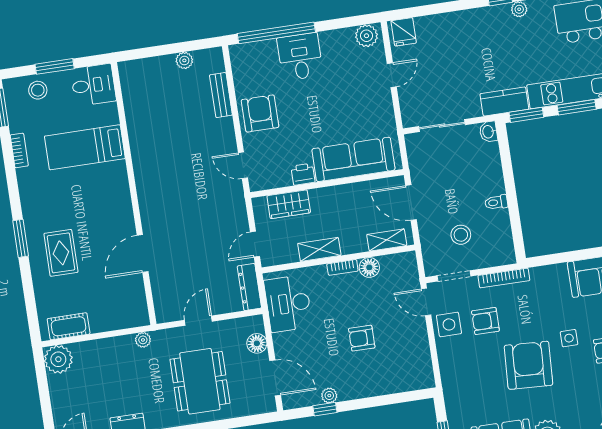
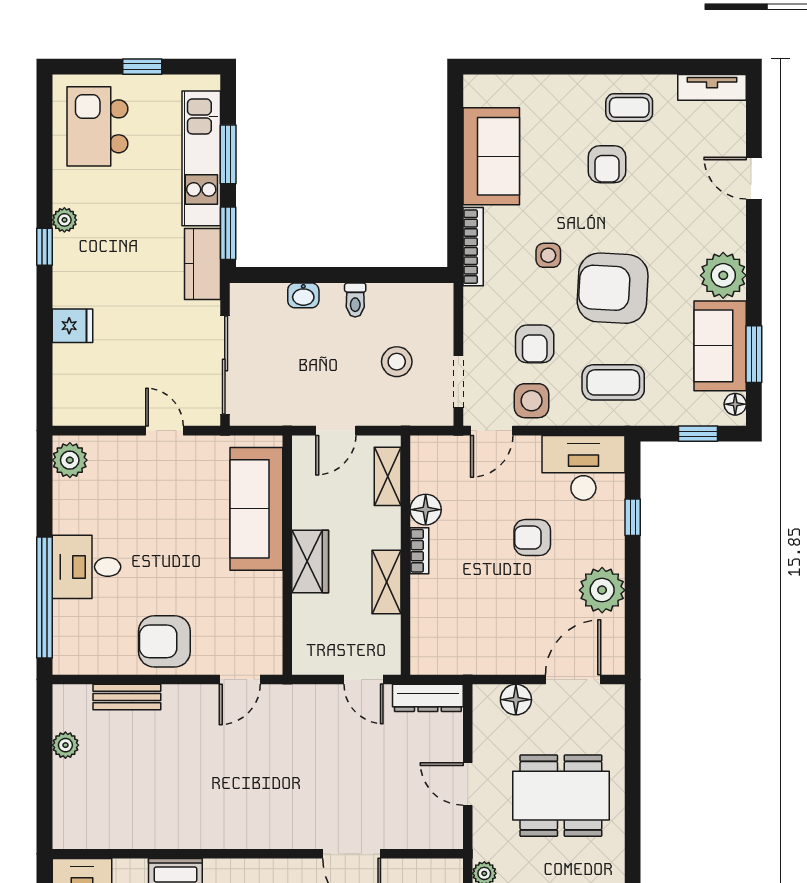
fridge: (404, 32) -> (72, 326), moved
door: (392, 75) -> (164, 431), moved
sliding door: (442, 126) -> (225, 365), width x1.37
washbasin: (488, 132) -> (303, 295), moved
printer: (303, 174) -> (267, 590), removed
door: (411, 203) -> (336, 431), width x0.73
wardrobe: (289, 204) -> (310, 562), moved
bookcase: (504, 278) -> (473, 247), moved
desk: (288, 303) -> (583, 468), moved, turned 180
armchair: (362, 338) -> (532, 538), turned 90
side table: (569, 338) -> (548, 255), moved
coffee table: (468, 375) -> (613, 382), added
plant: (329, 395) -> (602, 590), width x1.87, depth x1.87
window: (325, 409) -> (633, 517), moved

